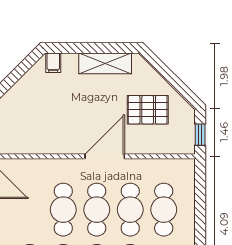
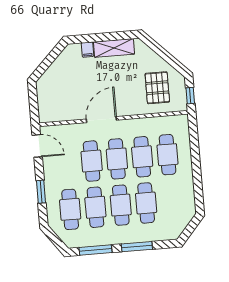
filing cabinet: (53, 63) -> (87, 50), moved
pallet: (148, 110) -> (157, 88), moved, turned 90
door: (105, 156) -> (101, 120), moved

